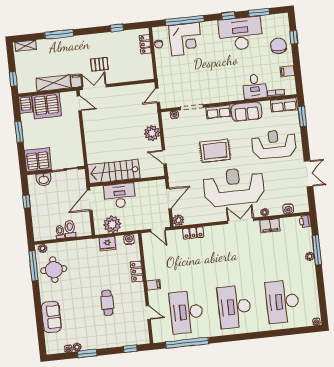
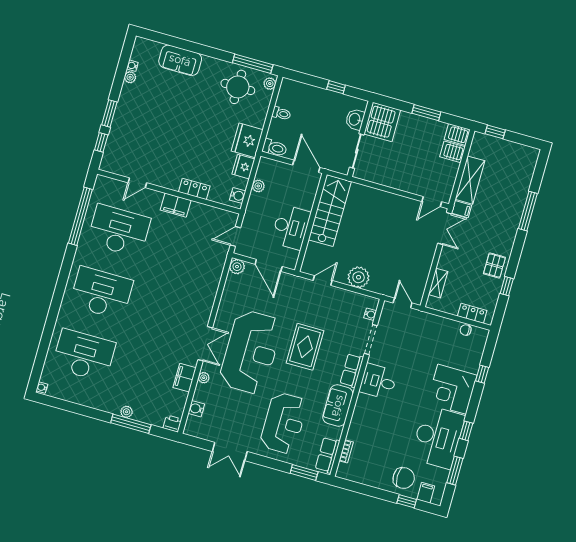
window: (185, 21) -> (482, 374), width x0.32
corner desk: (185, 39) -> (452, 389), moved
shelving: (26, 46) -> (438, 283), moved
pallet: (99, 64) -> (494, 266), moved
filing cabinet: (287, 71) -> (426, 493), moved
desk: (255, 86) -> (378, 381), moved
server rack: (47, 106) -> (452, 152), width x0.46, depth x0.70
desk: (120, 196) -> (291, 227), moved
plant: (112, 224) -> (258, 186), width x0.53, depth x0.53
toilet: (70, 229) -> (275, 148), moved
locker: (193, 233) -> (214, 279), removed
fridge: (88, 248) -> (247, 140), added
filing cabinet: (154, 285) -> (176, 205), width x2.00
cafe table: (107, 303) -> (170, 137), removed
window: (87, 354) -> (109, 113), moved

